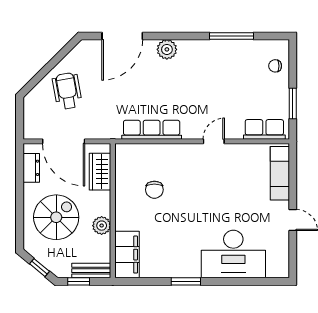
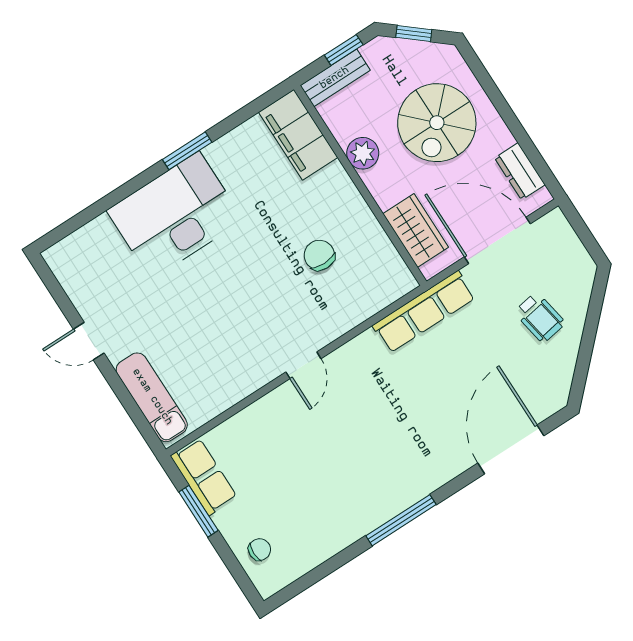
window: (231, 36) -> (401, 520), moved
plant: (167, 49) -> (433, 472), removed
wheelchair: (67, 91) -> (540, 317), width x0.73, depth x0.73
row of seats: (264, 129) -> (204, 477), moved, turned -90
row of seats: (152, 130) -> (424, 312), moved
door: (214, 141) -> (303, 365), moved
desk: (233, 254) -> (175, 215), moved

